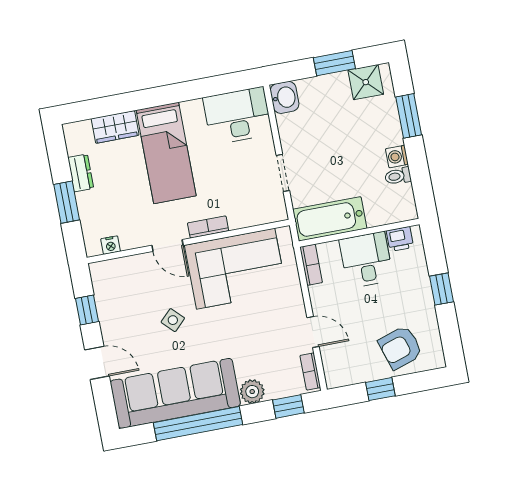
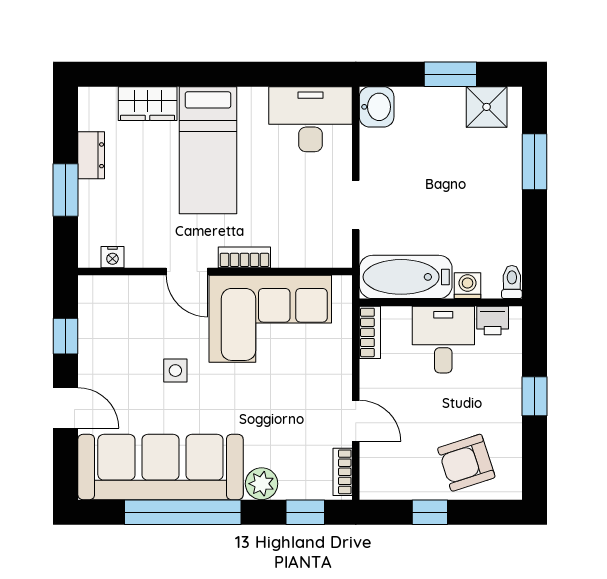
washing machine: (397, 157) -> (468, 286), moved, turned 90
toilet: (398, 176) -> (512, 282), moved, turned 90
side table: (173, 320) -> (175, 371), turned 45

